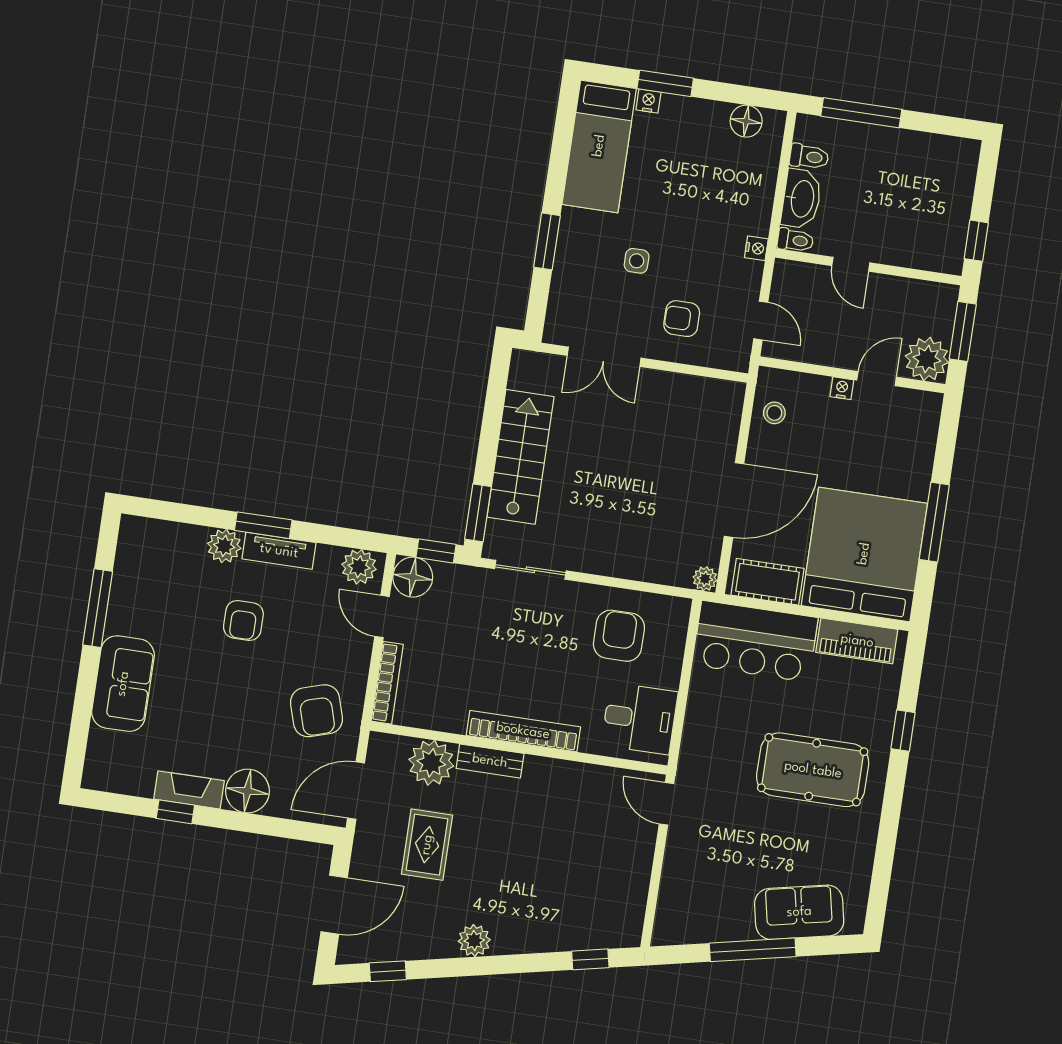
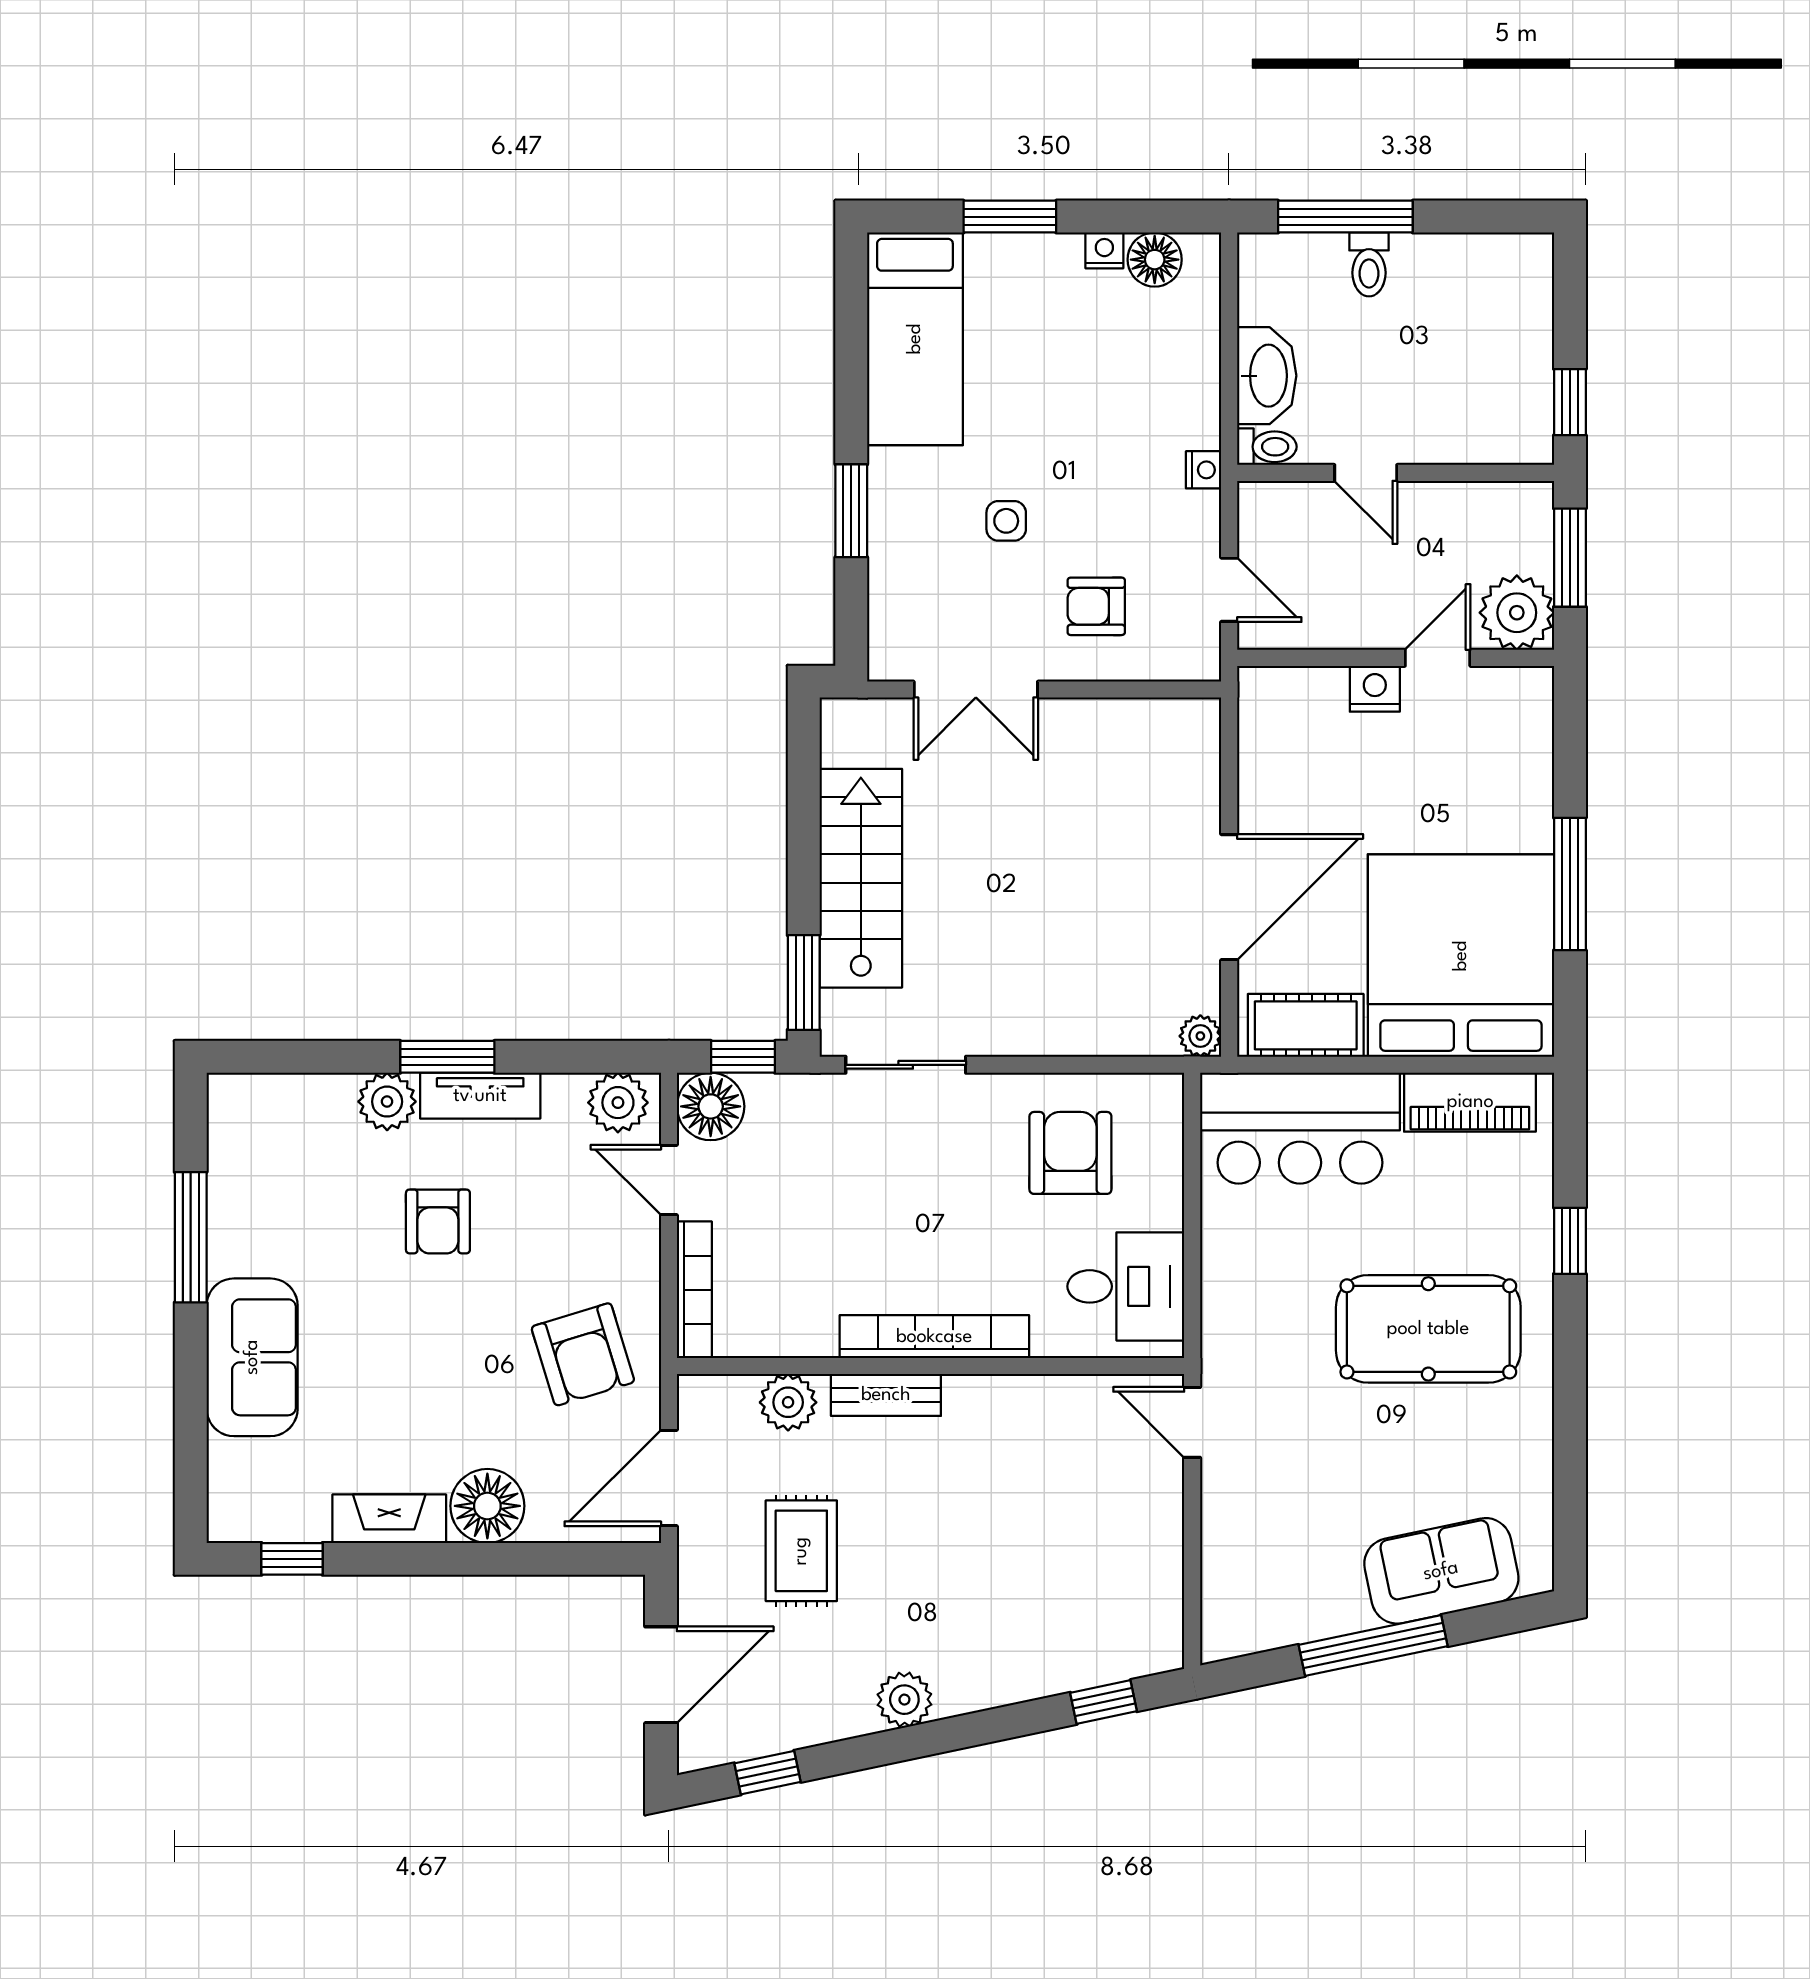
nightstand: (648, 101) -> (1104, 250), moved
toilet: (809, 157) -> (1369, 264), moved, turned 90
nightstand: (842, 388) -> (1375, 689), width x1.39, depth x1.35
stool: (774, 413) -> (1275, 741), removed
plant: (431, 763) -> (788, 1402), width x0.73, depth x0.73
window: (175, 812) -> (292, 1559), moved

